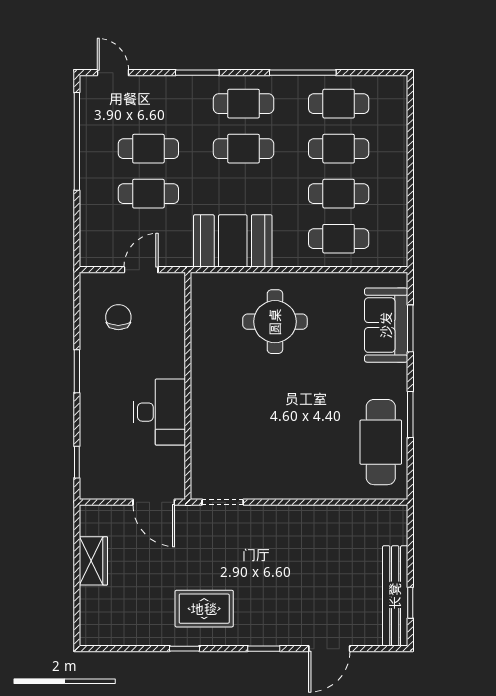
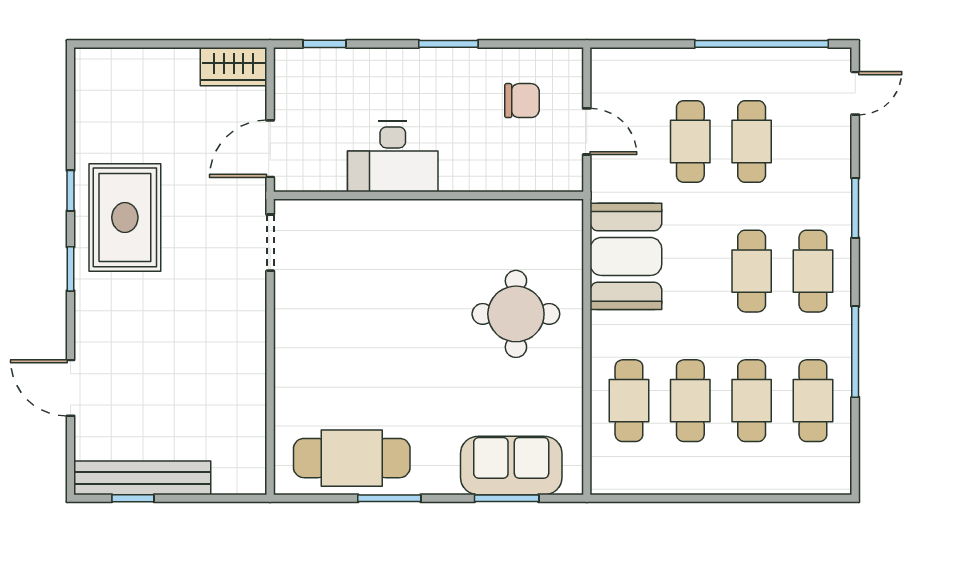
wardrobe: (93, 561) -> (234, 67), moved
rug: (204, 609) -> (125, 217), width x1.36, depth x1.43
window: (264, 649) -> (70, 269), moved

